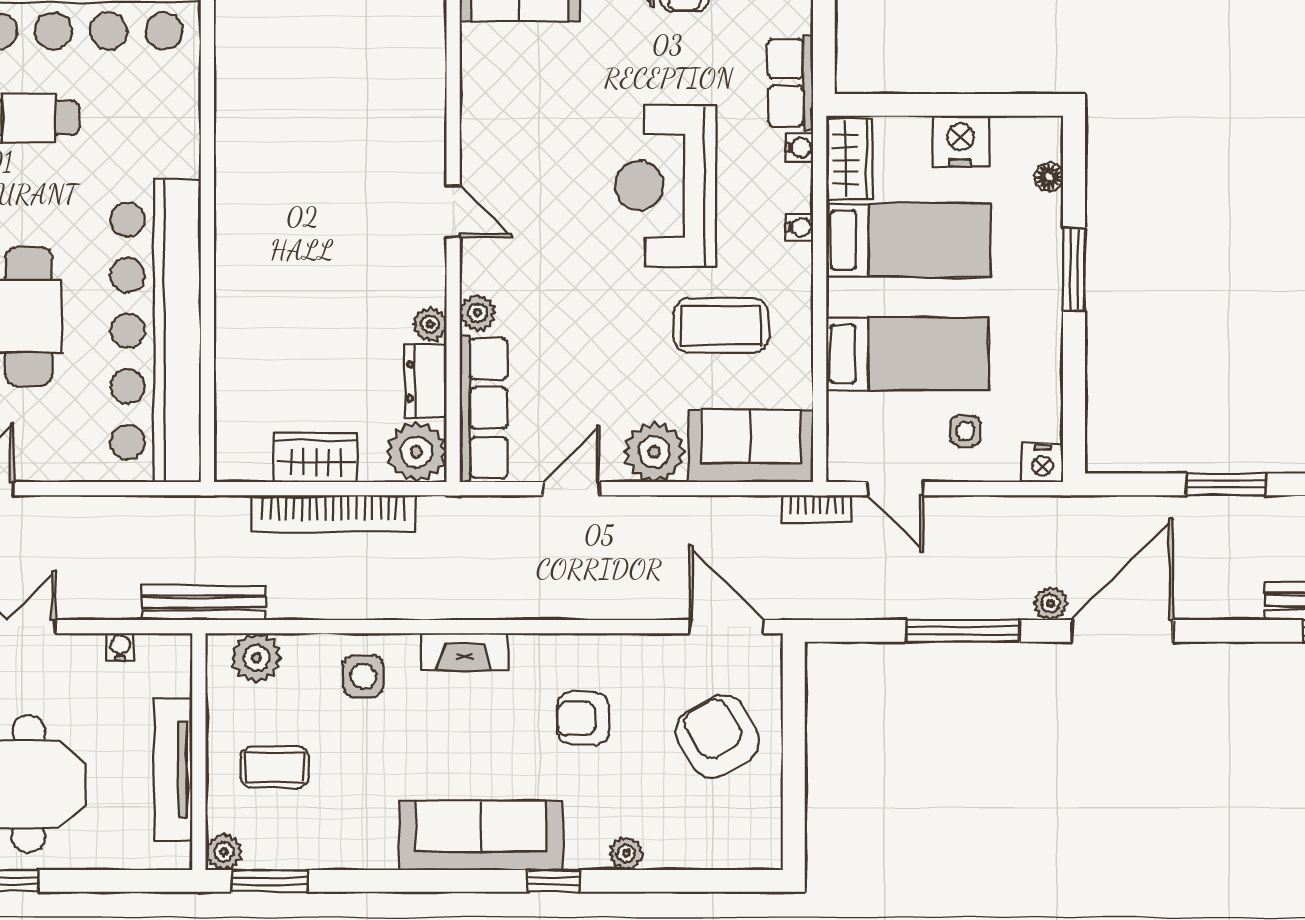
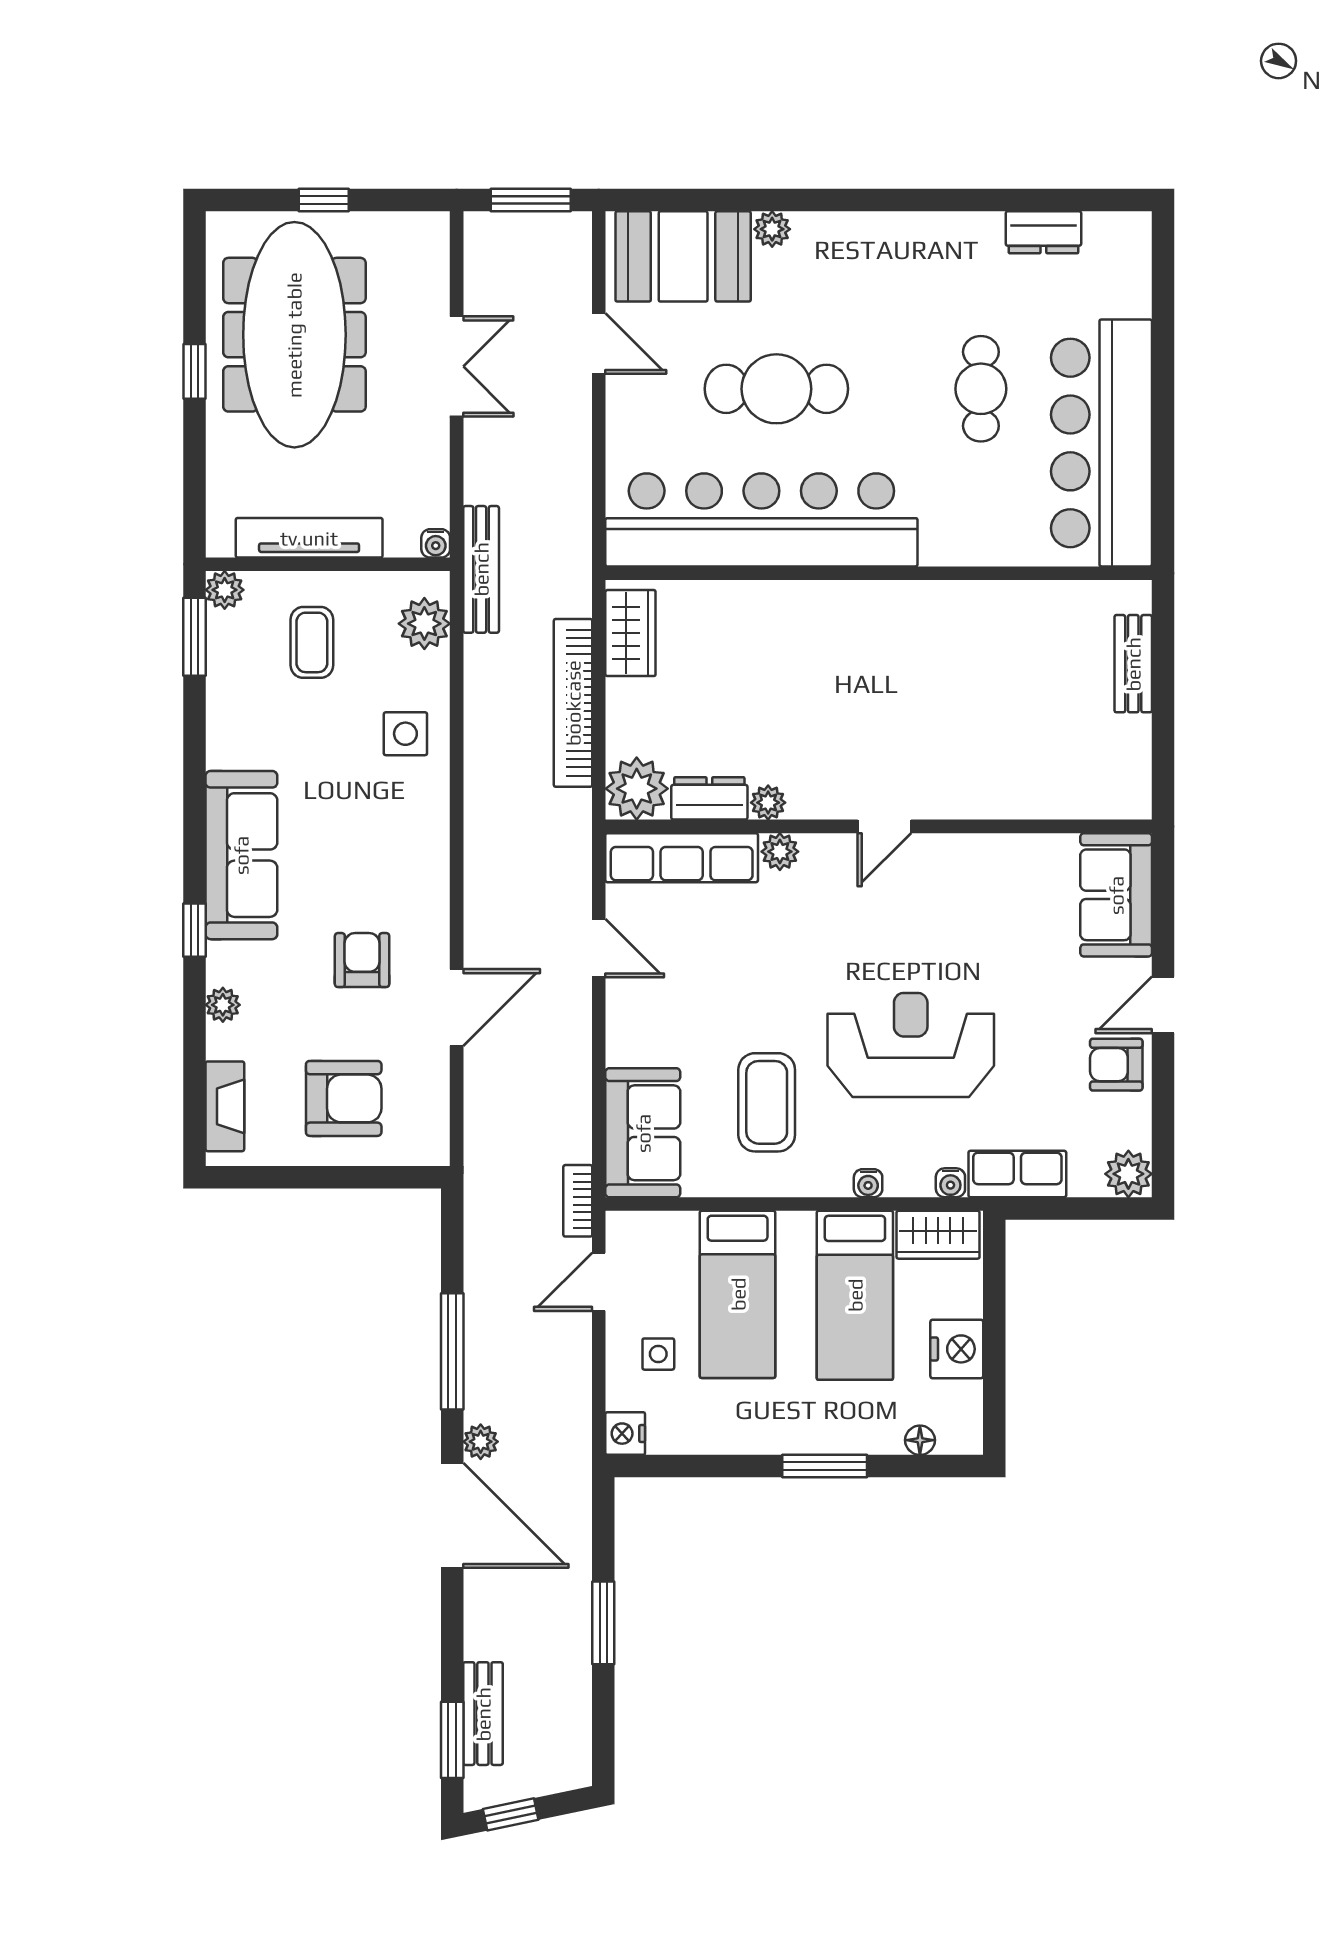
plant: (654, 452) -> (637, 1033), removed
wardrobe: (316, 458) -> (630, 633), moved
door: (726, 627) -> (457, 1007), moved
water cooler: (120, 647) -> (436, 543), moved, turned 90
fireplace: (464, 652) -> (225, 1106), moved, turned 180
armchair: (717, 736) -> (344, 1098), turned 31

